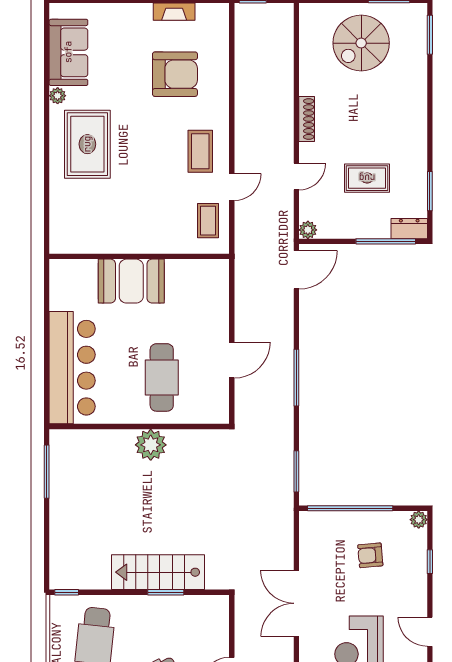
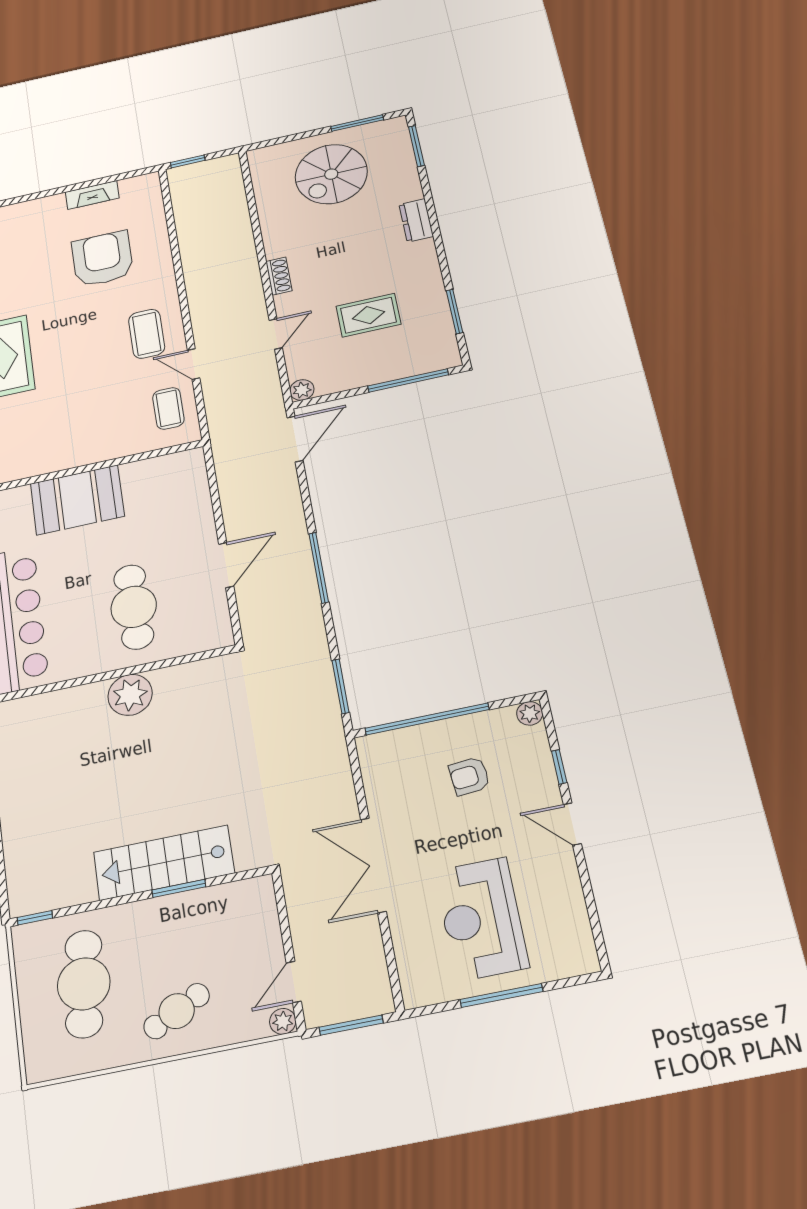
armchair: (175, 74) -> (102, 259), turned -90
shoe rack: (307, 119) -> (279, 276), width x0.70
door: (232, 187) -> (194, 364), swing flipped
dresser: (409, 229) -> (416, 220), moved, turned -90
door: (430, 632) -> (572, 824), moved

